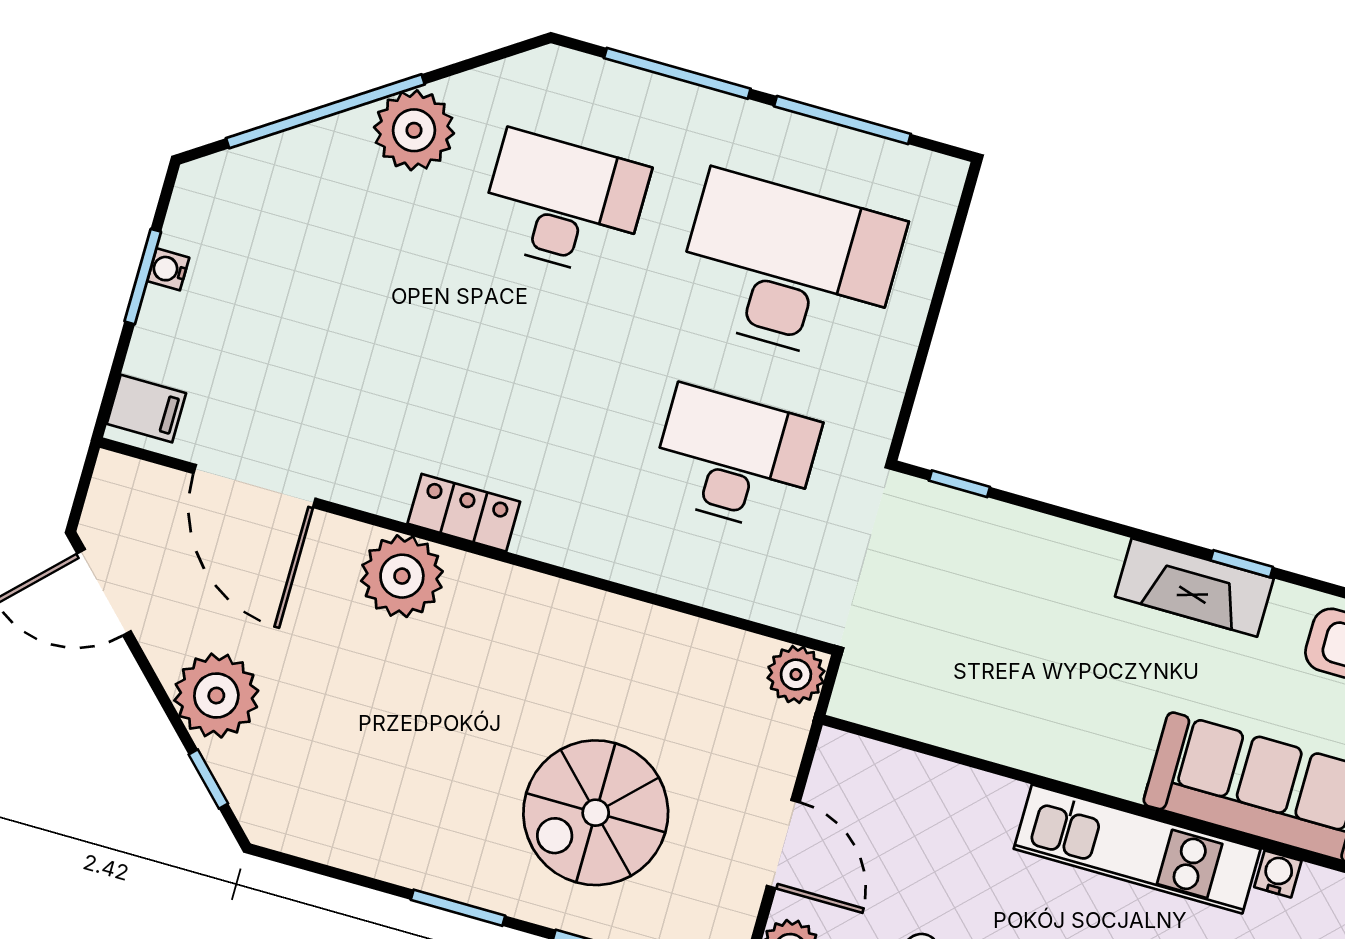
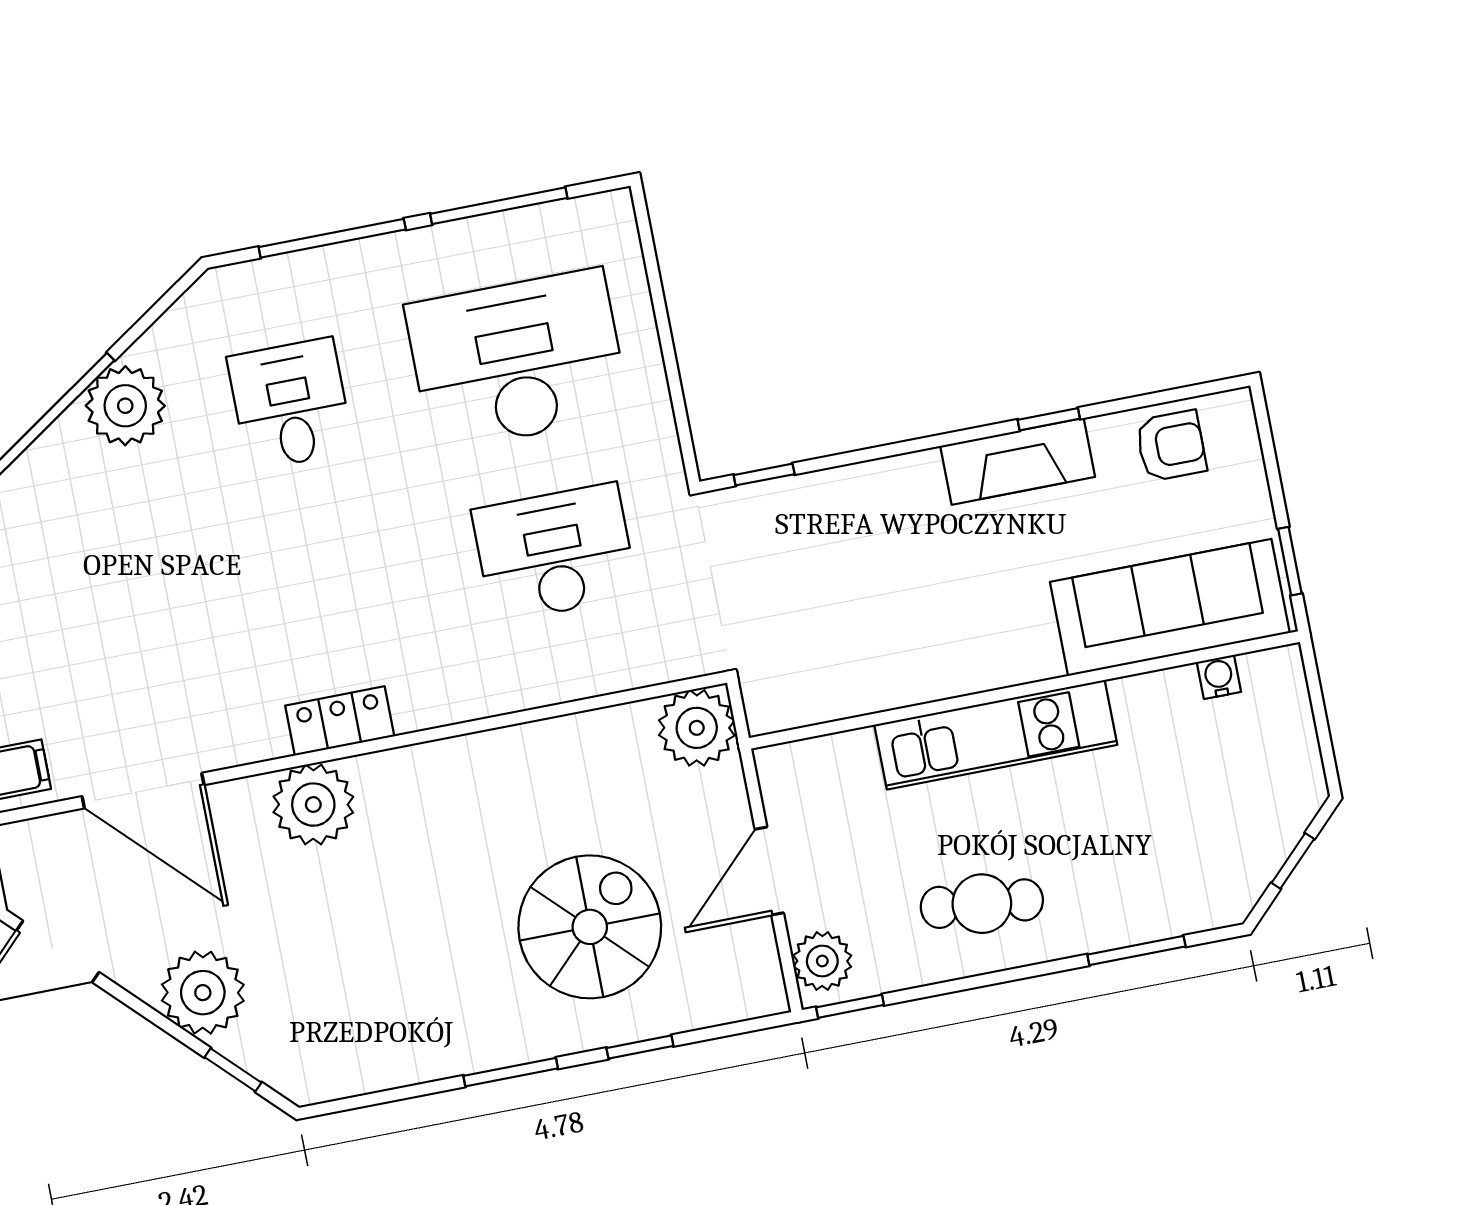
desk: (564, 204) -> (290, 404), width x0.73
plant: (796, 675) -> (697, 728), width x1.36, depth x1.36
spiral stairs: (596, 813) -> (590, 927), turned 180
door: (783, 844) -> (769, 871), swing flipped
kitchen unit: (1137, 849) -> (996, 735), moved

